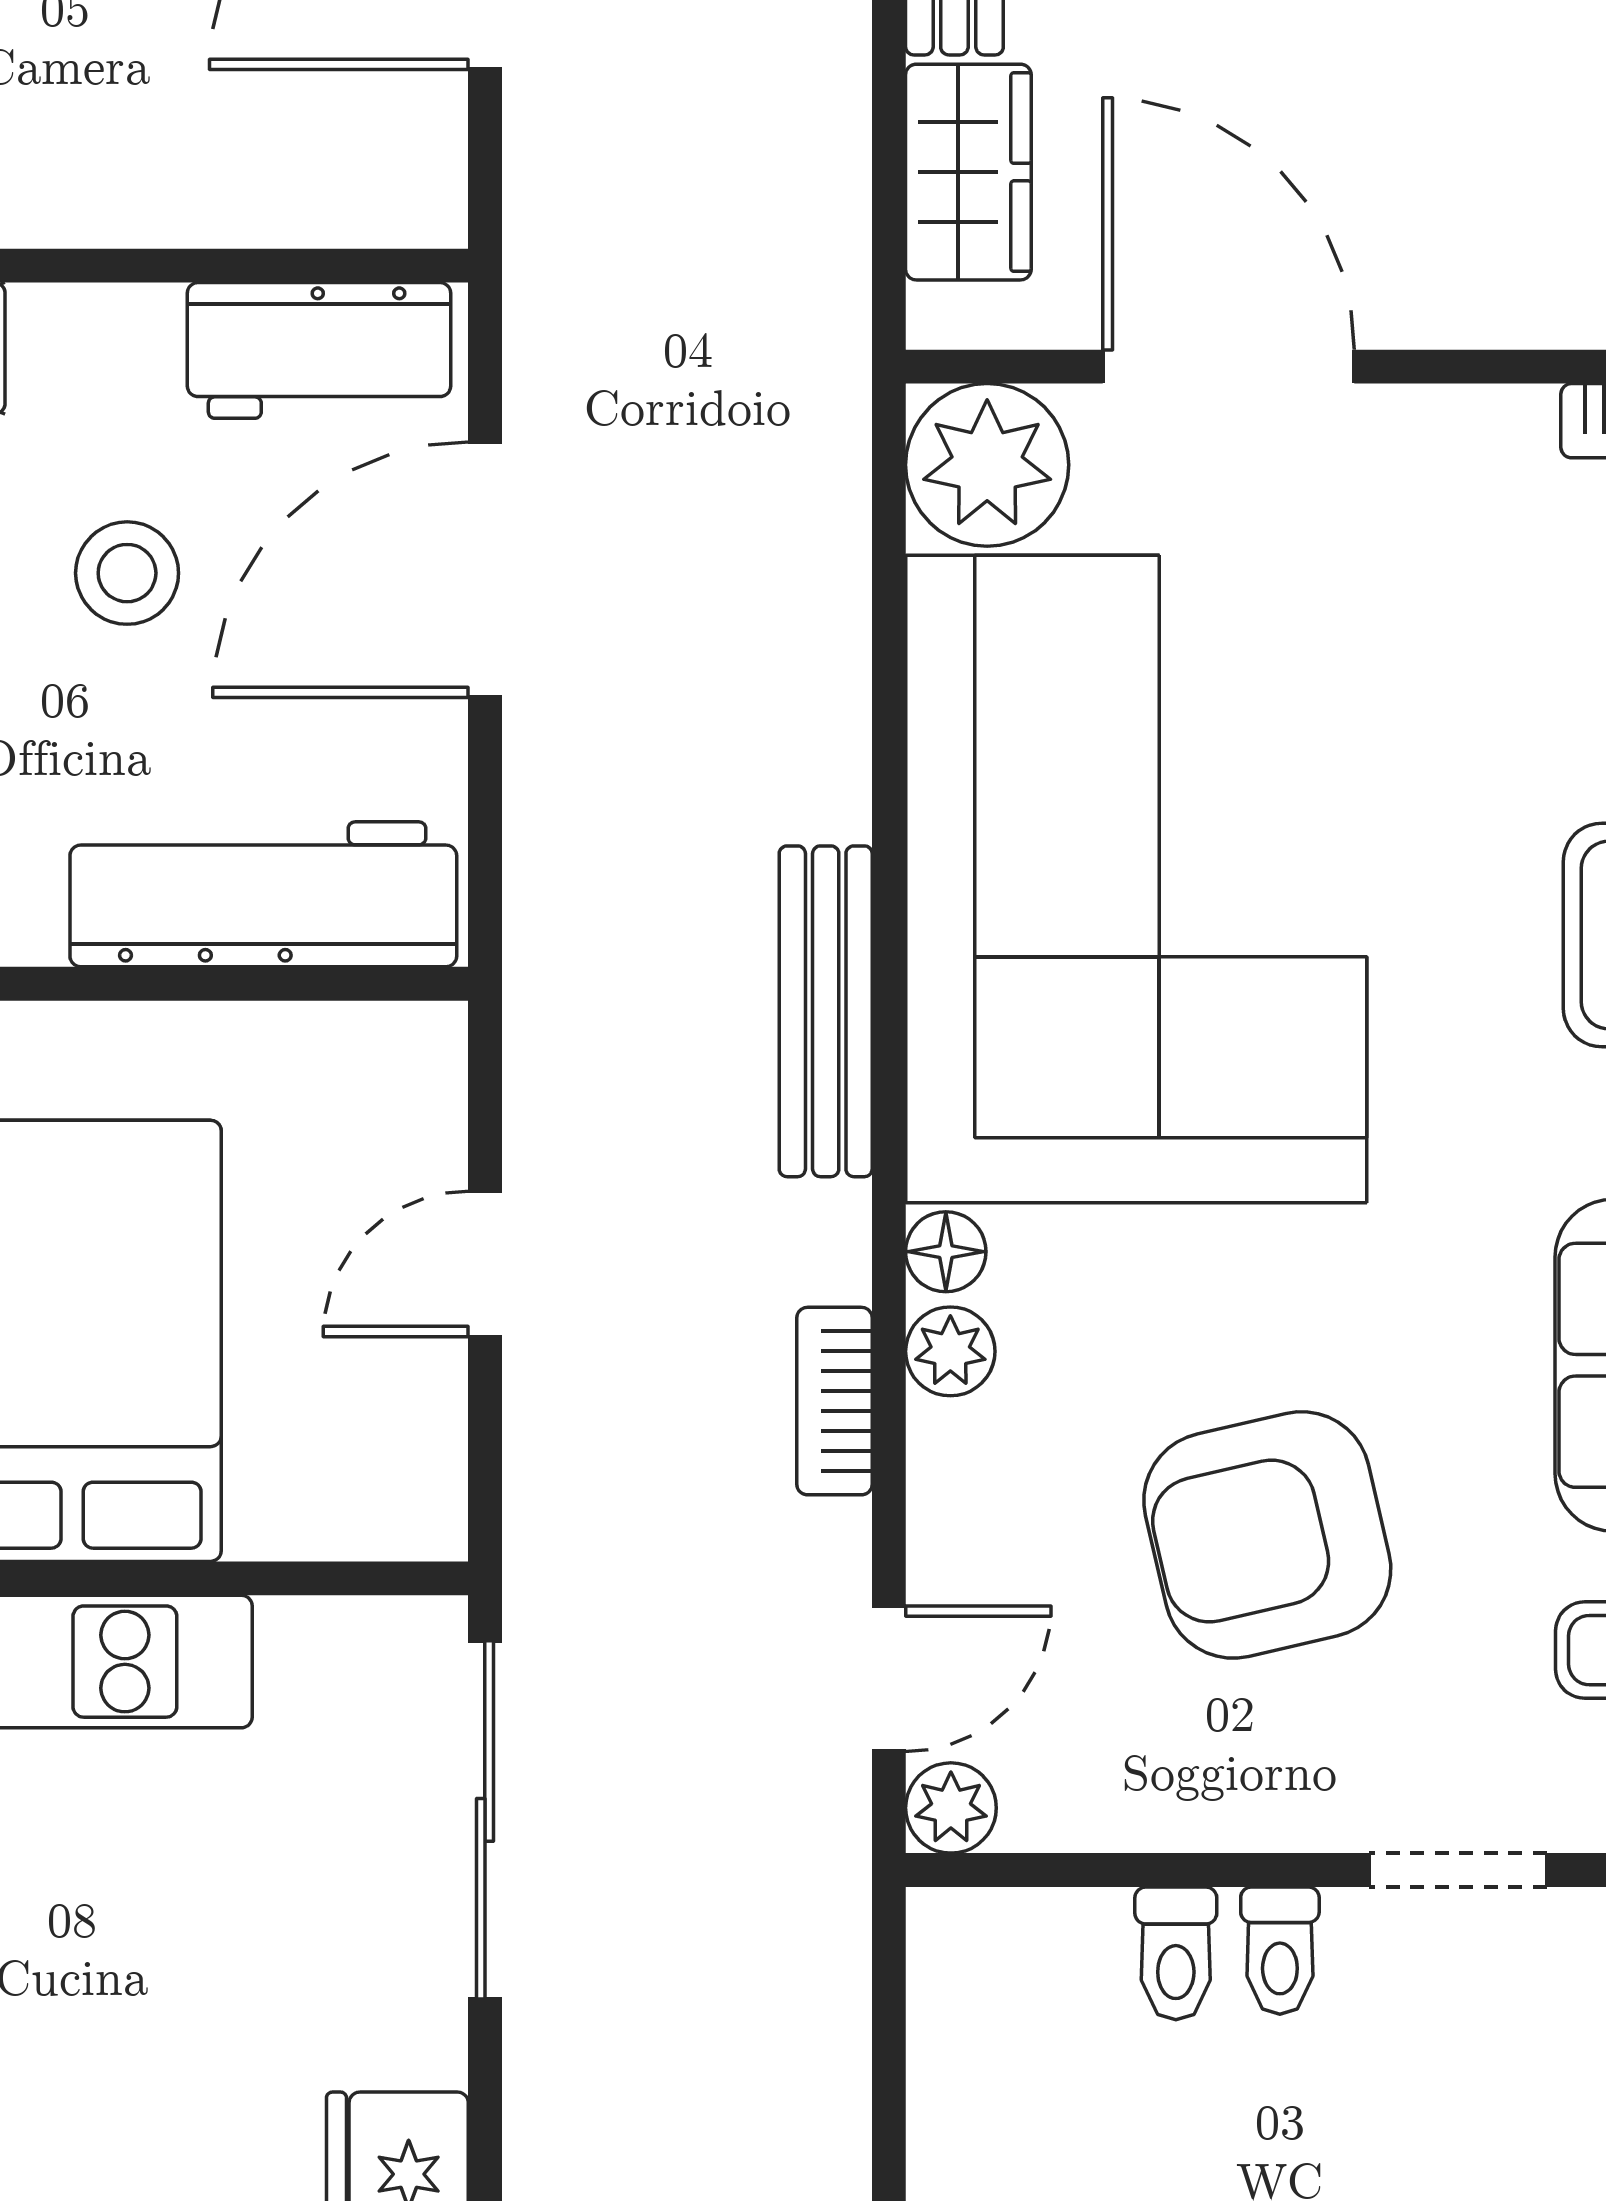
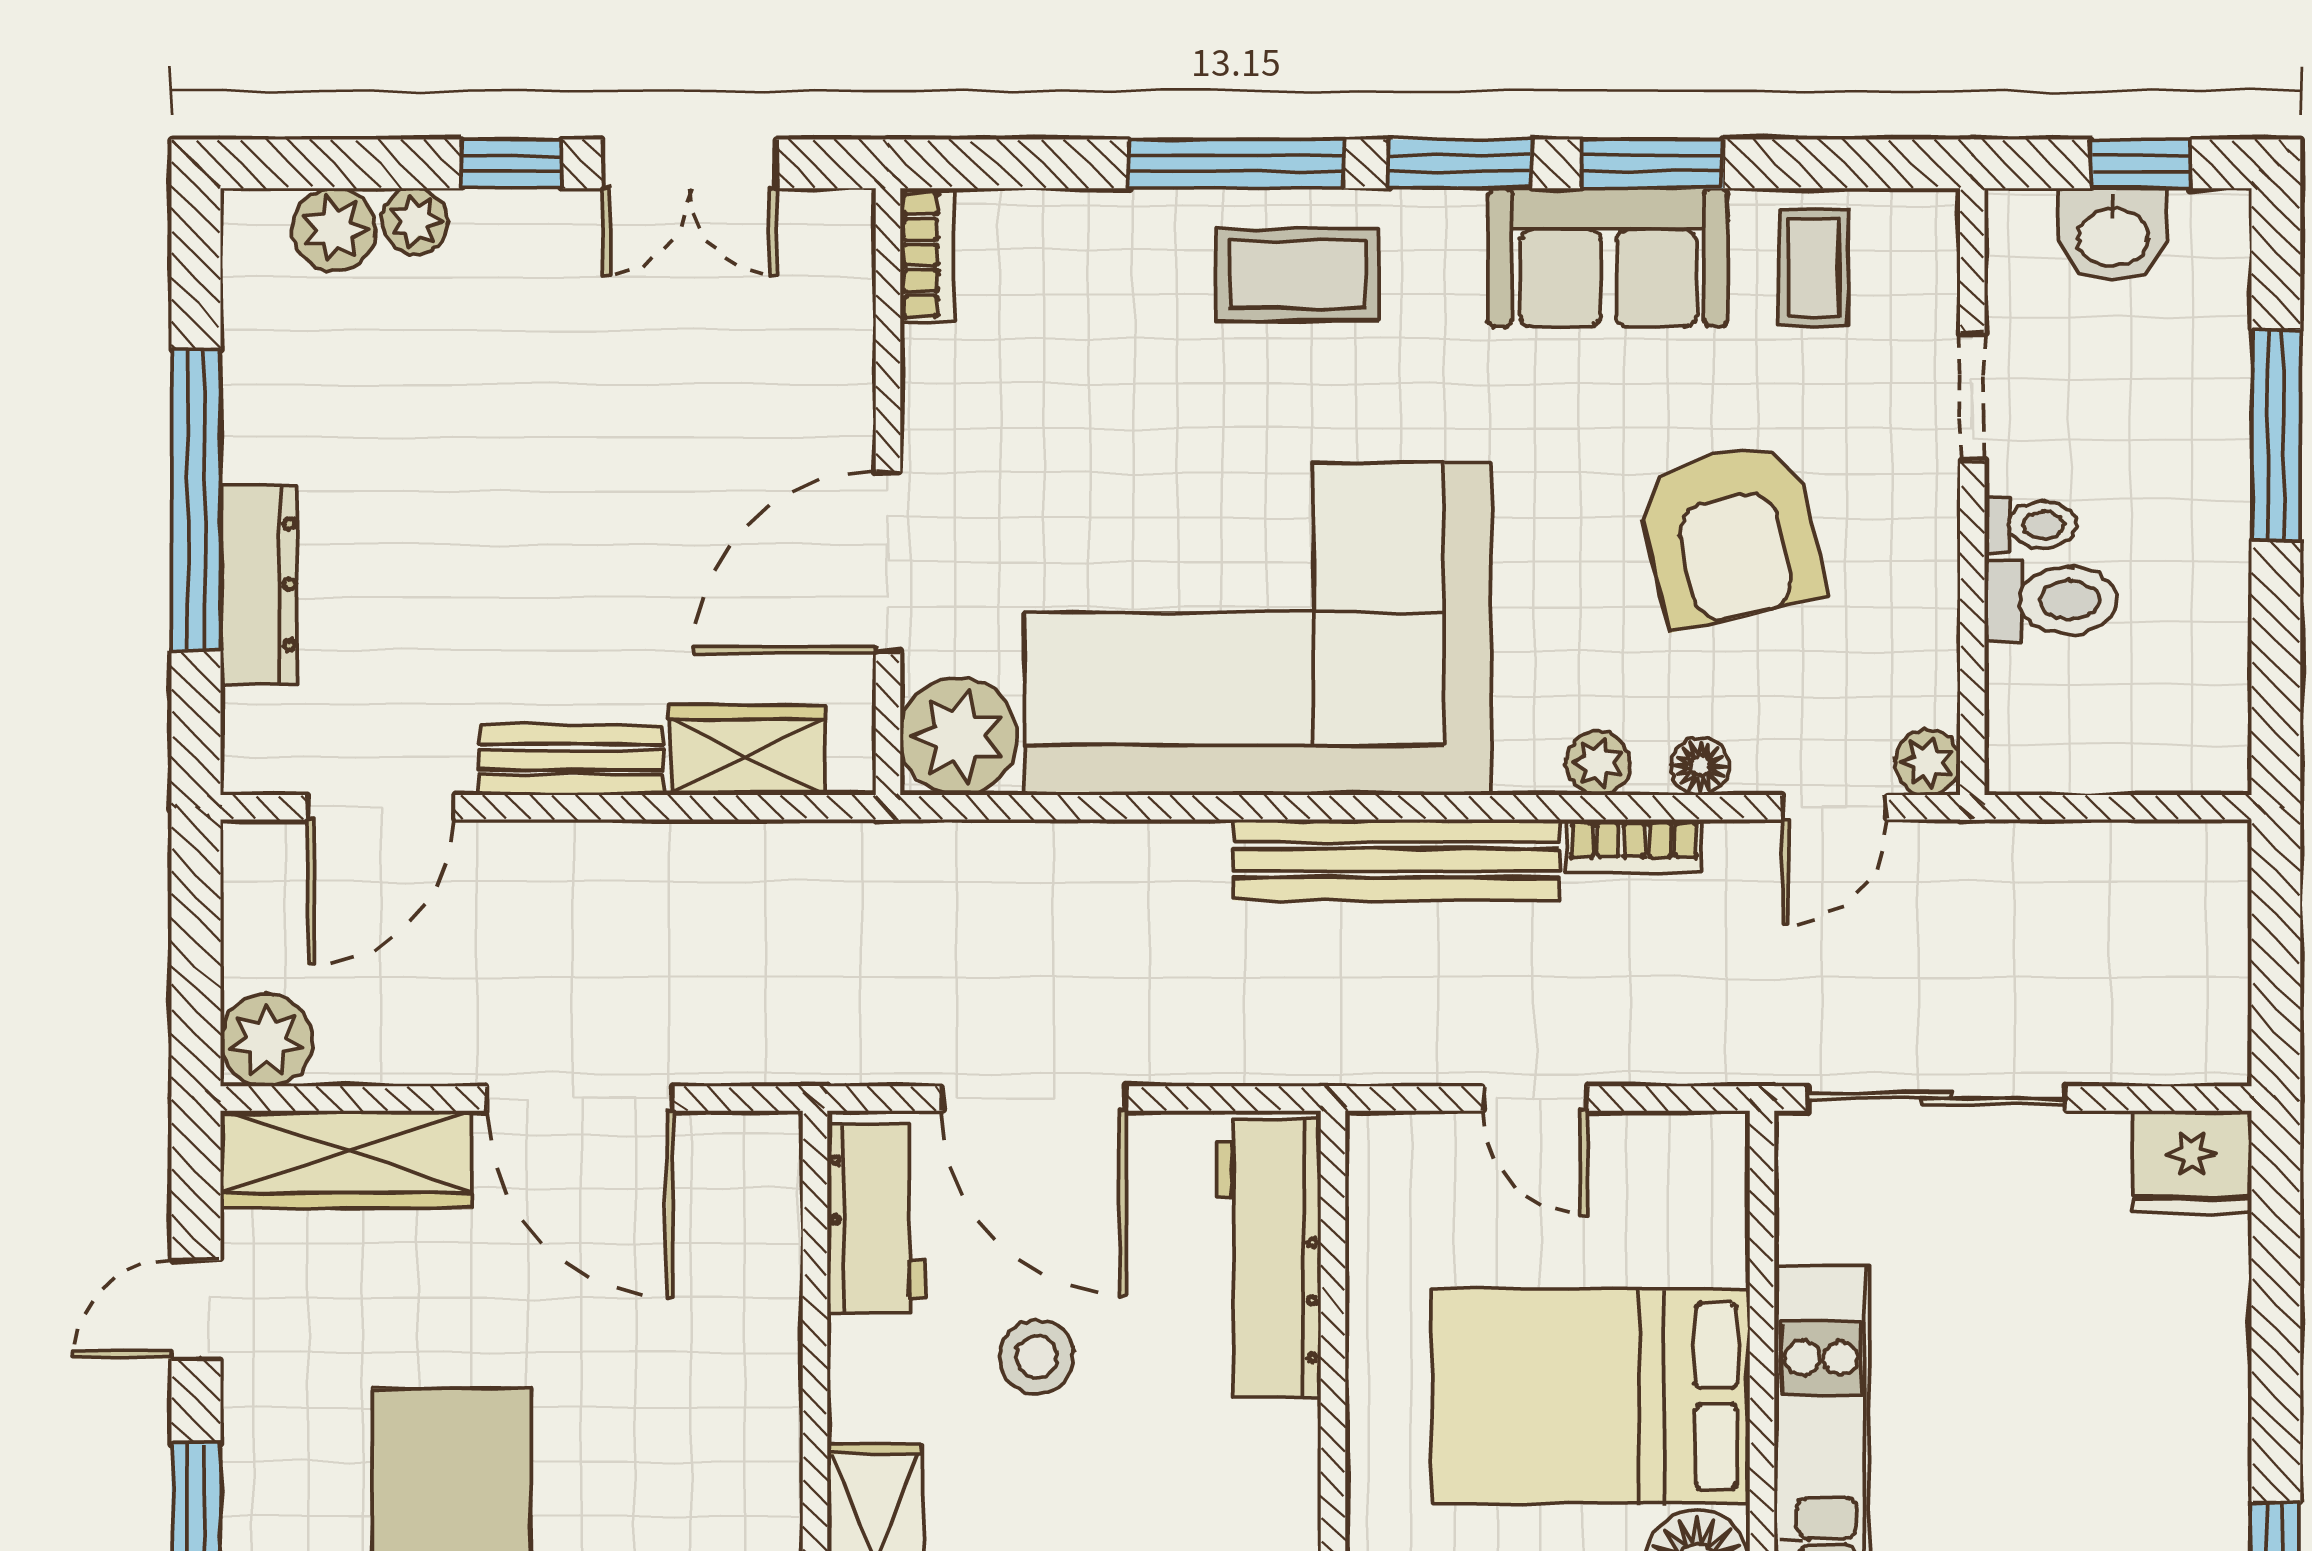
bench: (826, 1011) -> (1397, 860), width x1.37, depth x1.21
floor lamp: (946, 1252) -> (1700, 766), moved
door: (889, 1679) -> (1834, 807), swing flipped
toilet: (1176, 1953) -> (2051, 600), width x1.37, depth x1.39

